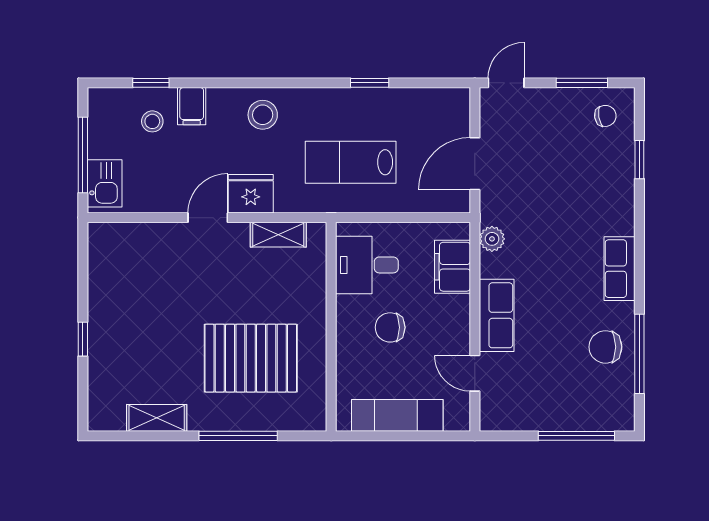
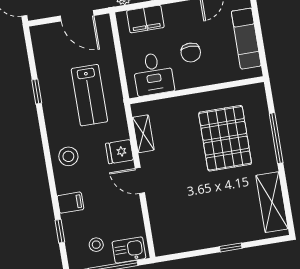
stool: (152, 121) -> (96, 245), moved
fridge: (251, 194) -> (119, 152), width x0.72
shelving: (157, 418) -> (272, 202), width x1.50, depth x1.33

